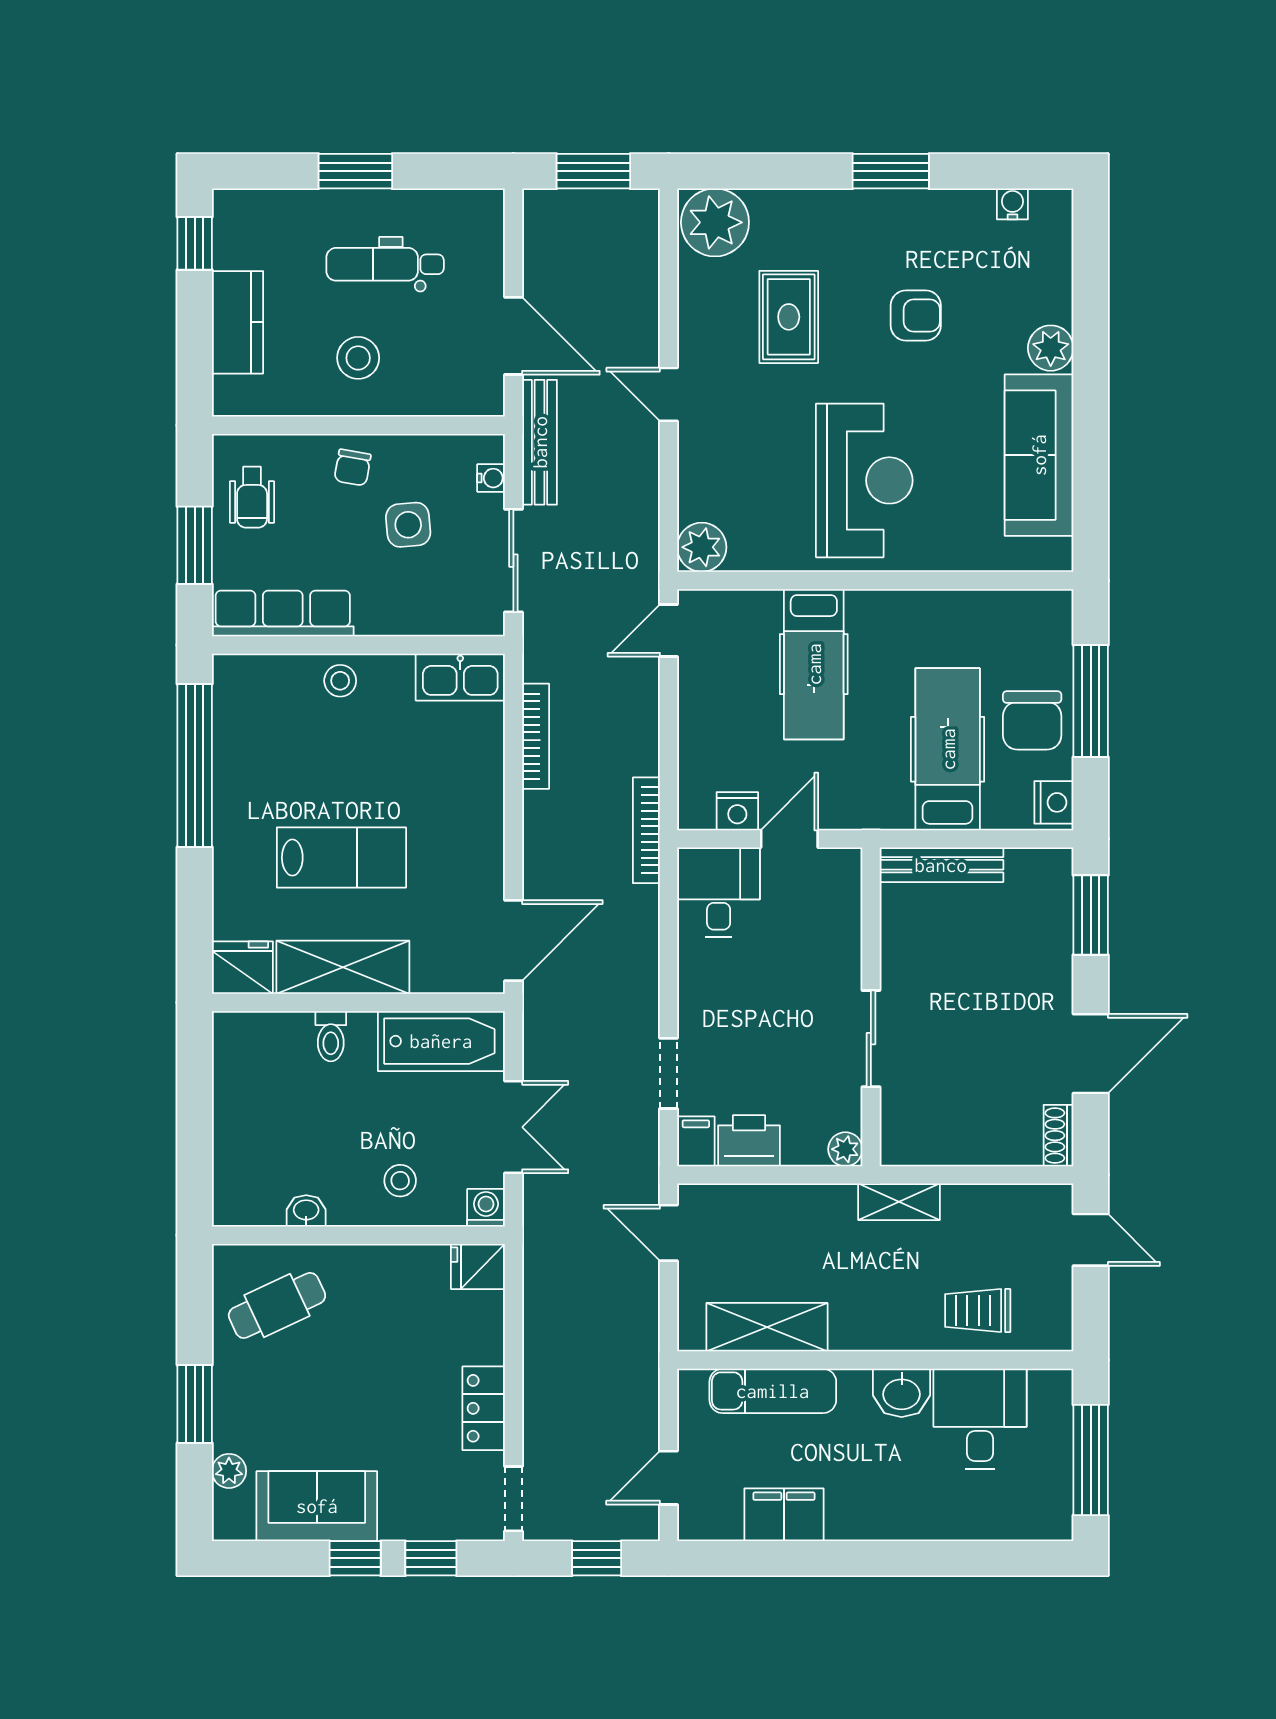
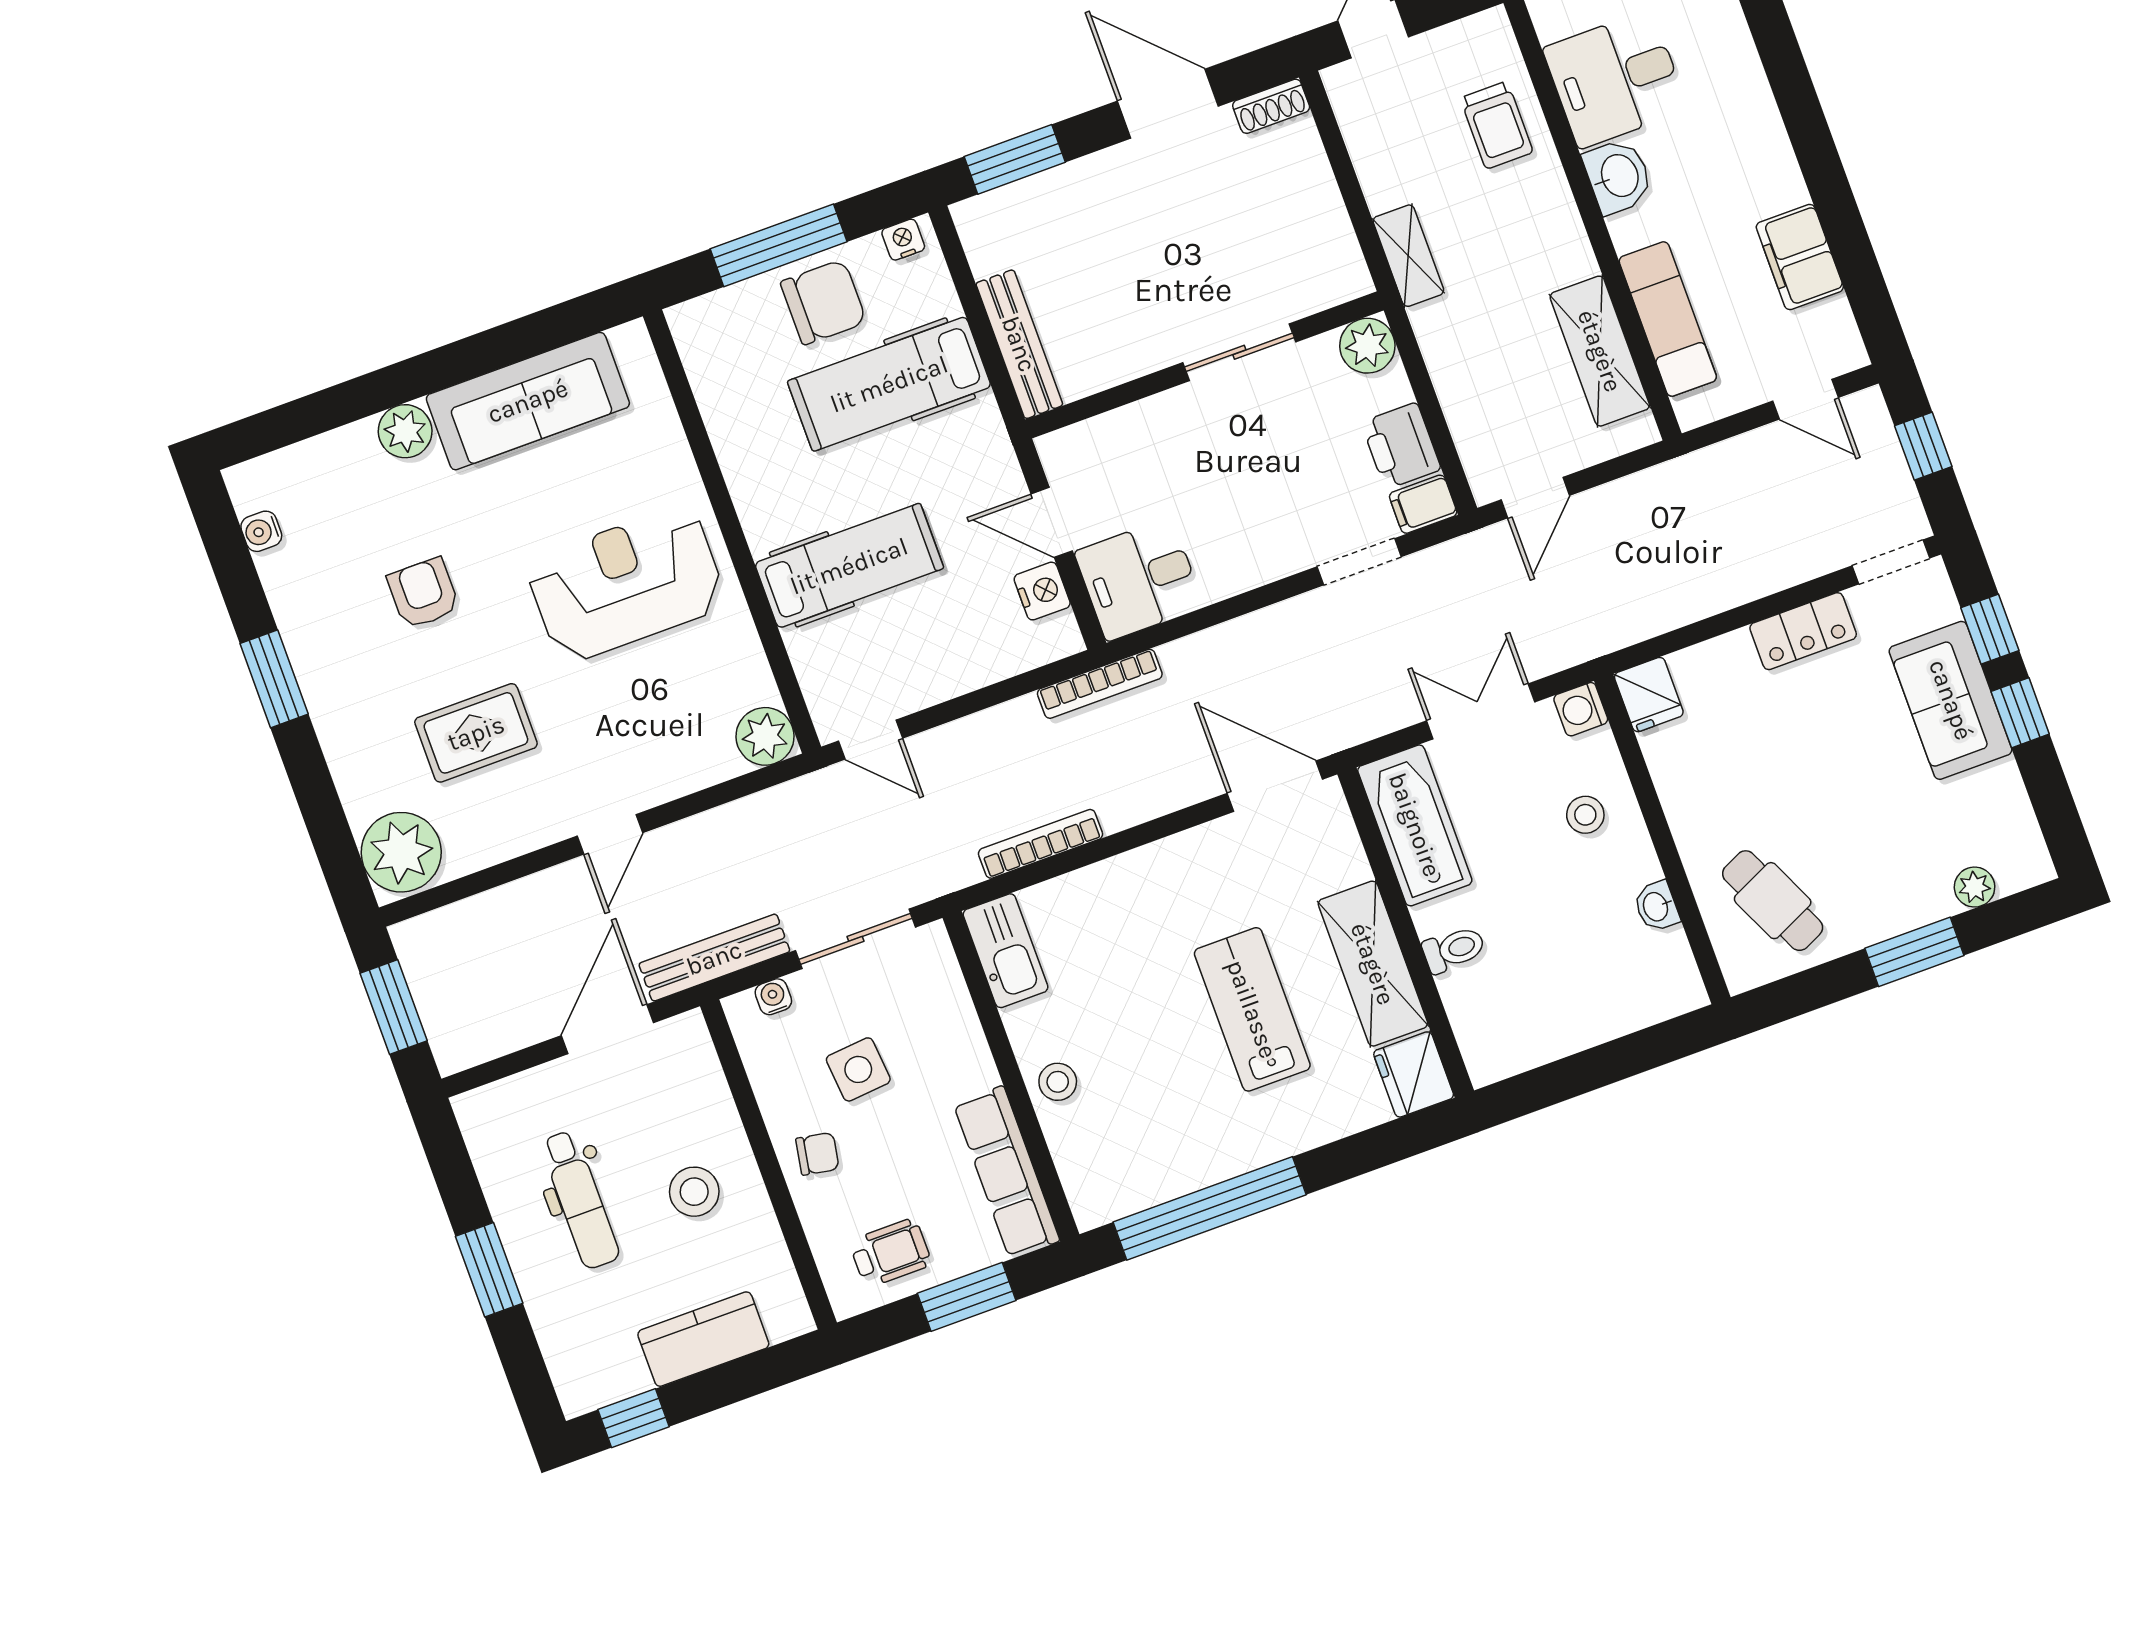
nightstand: (1054, 802) -> (903, 240), width x0.72, depth x0.74
plant: (845, 1149) -> (1367, 346), width x1.38, depth x1.38
sofa: (317, 1506) -> (1951, 700), moved

